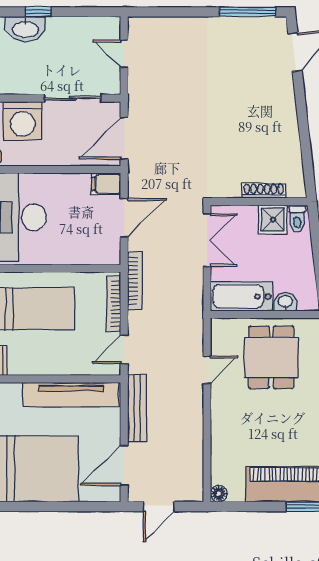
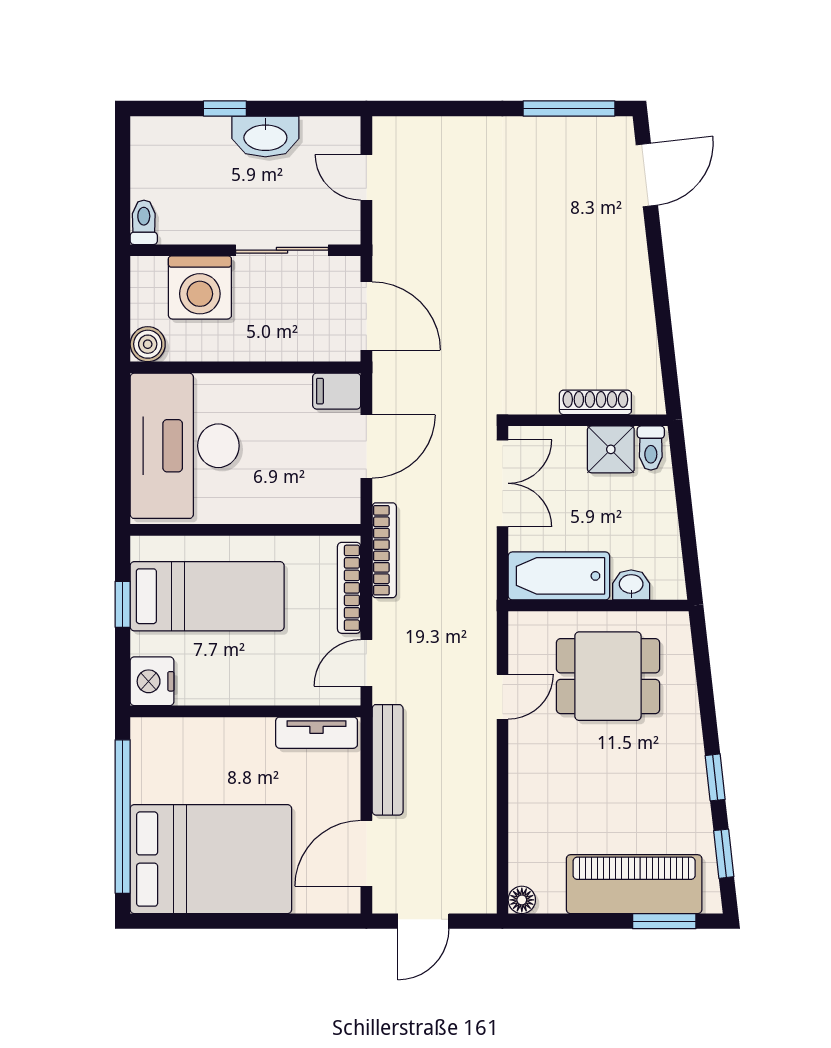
washbasin: (25, 29) -> (265, 137), moved
door: (124, 138) -> (366, 316), swing flipped
dining table: (271, 357) -> (608, 676), turned 90
tv unit: (71, 395) -> (317, 733), width x0.52, depth x0.78

